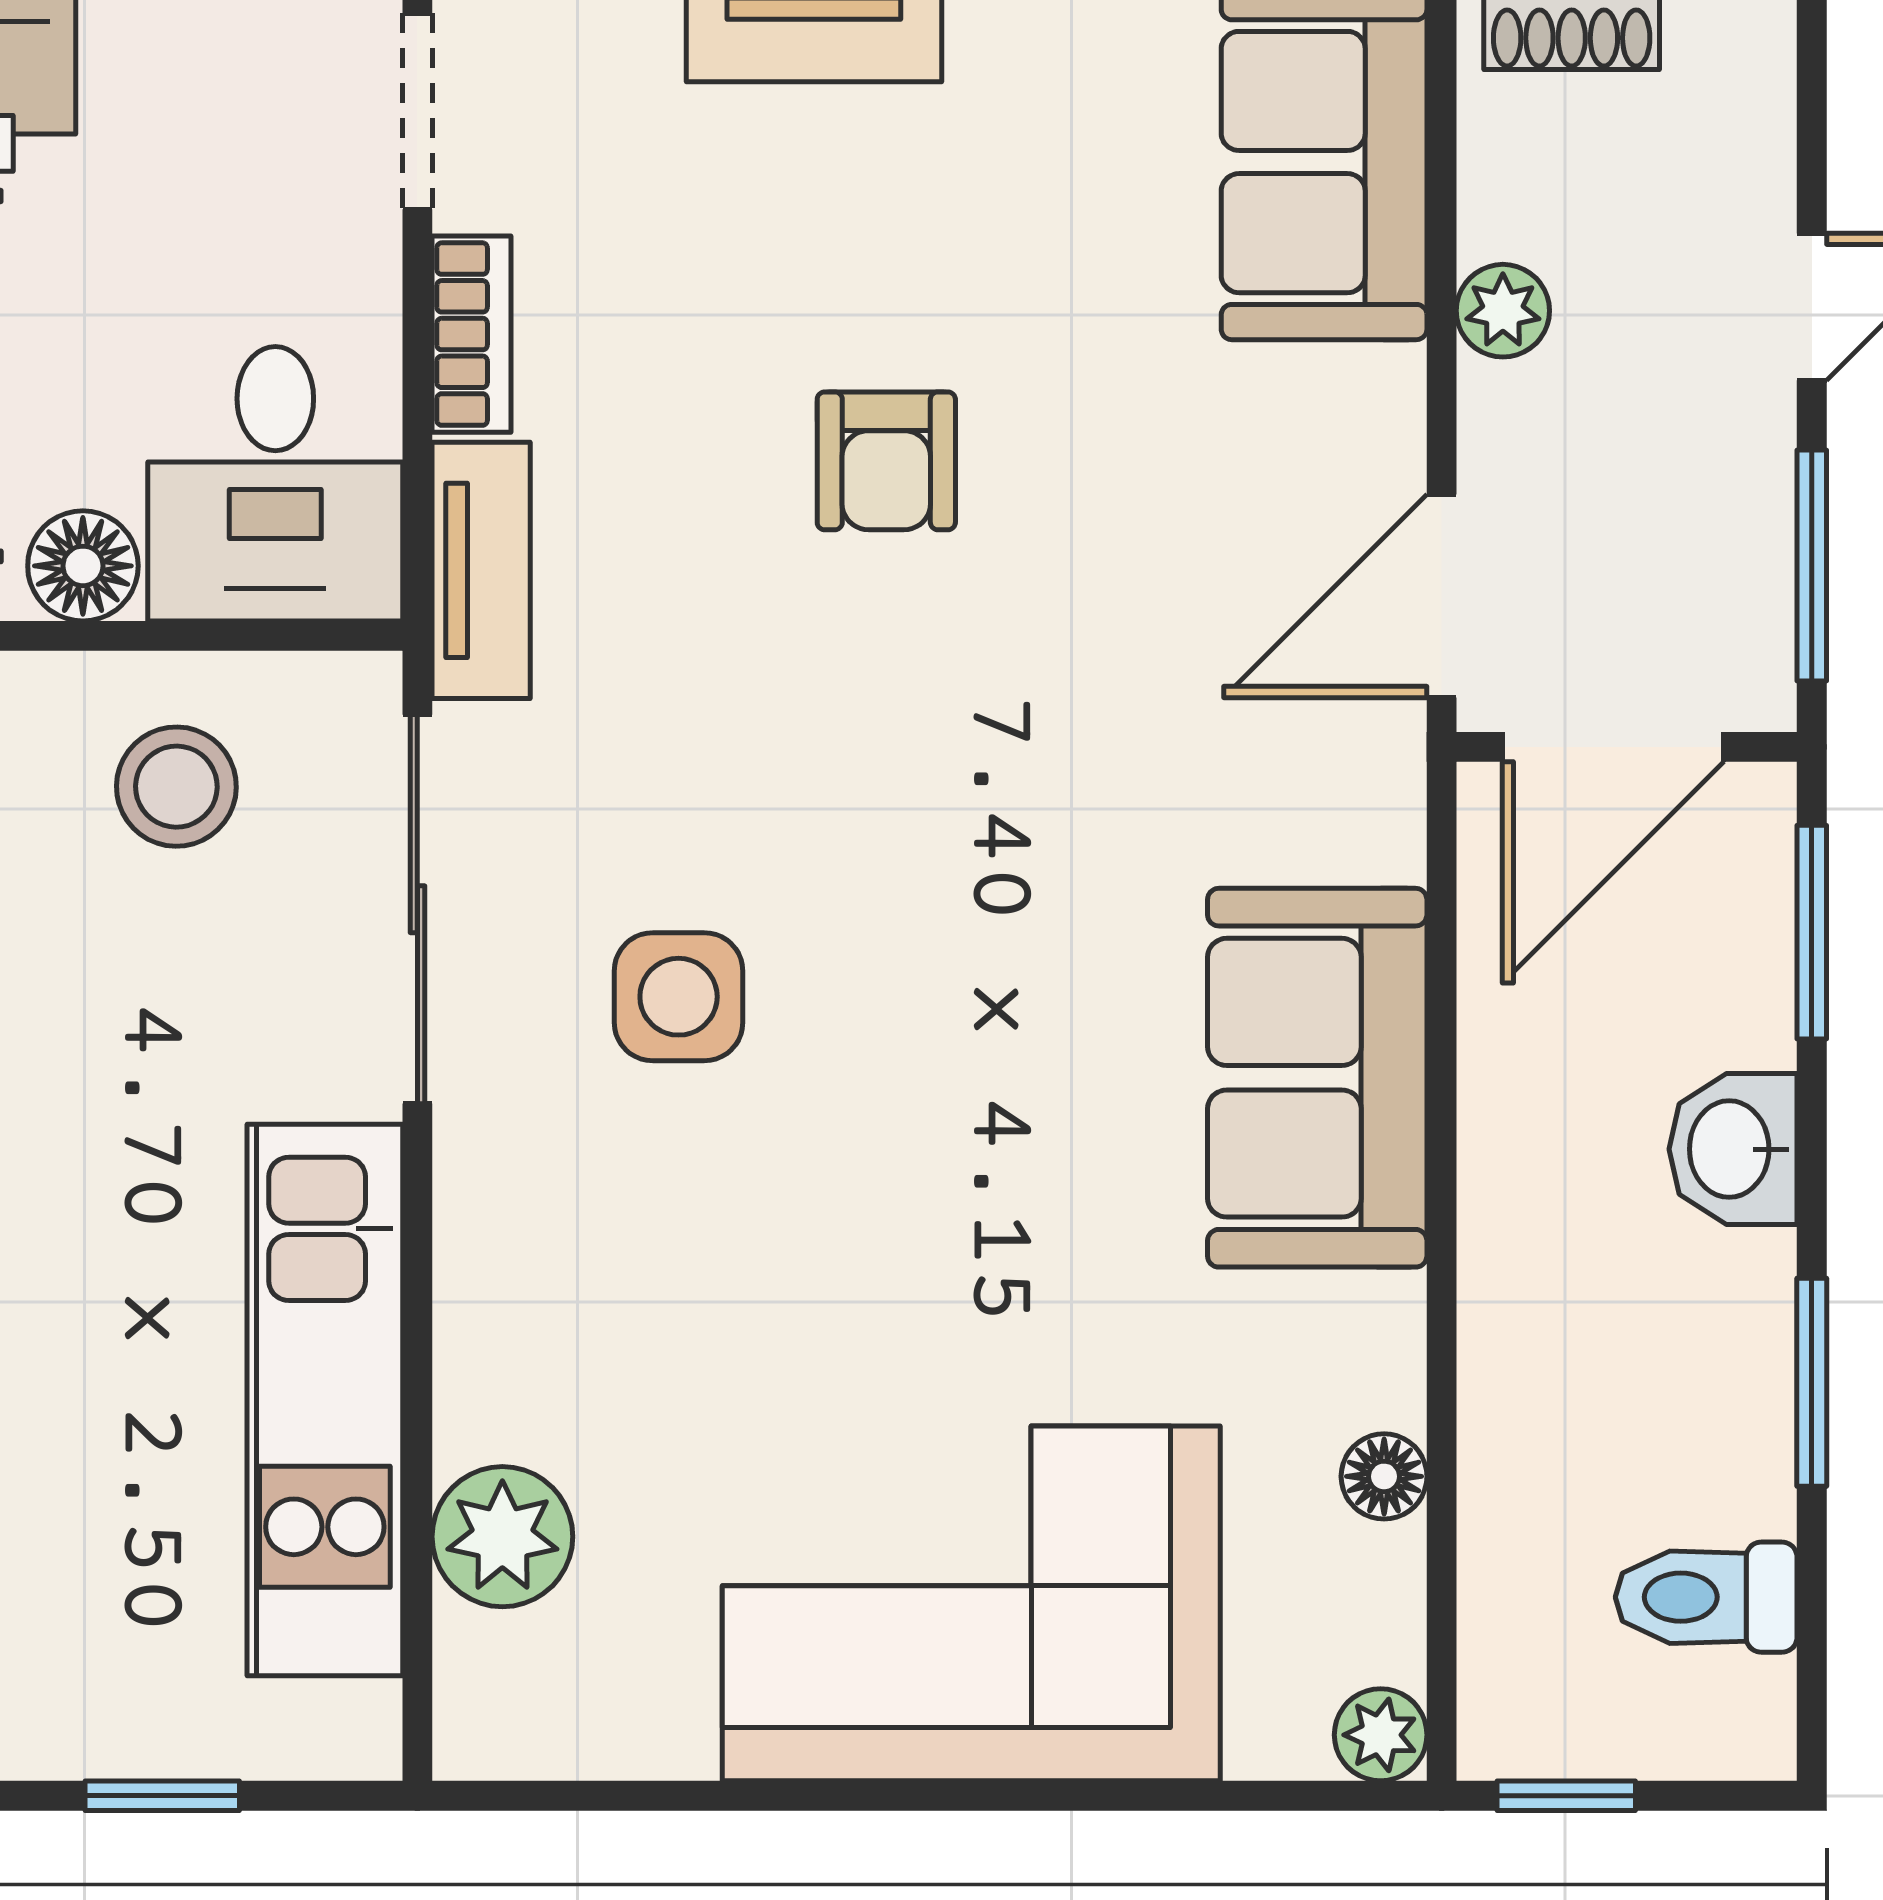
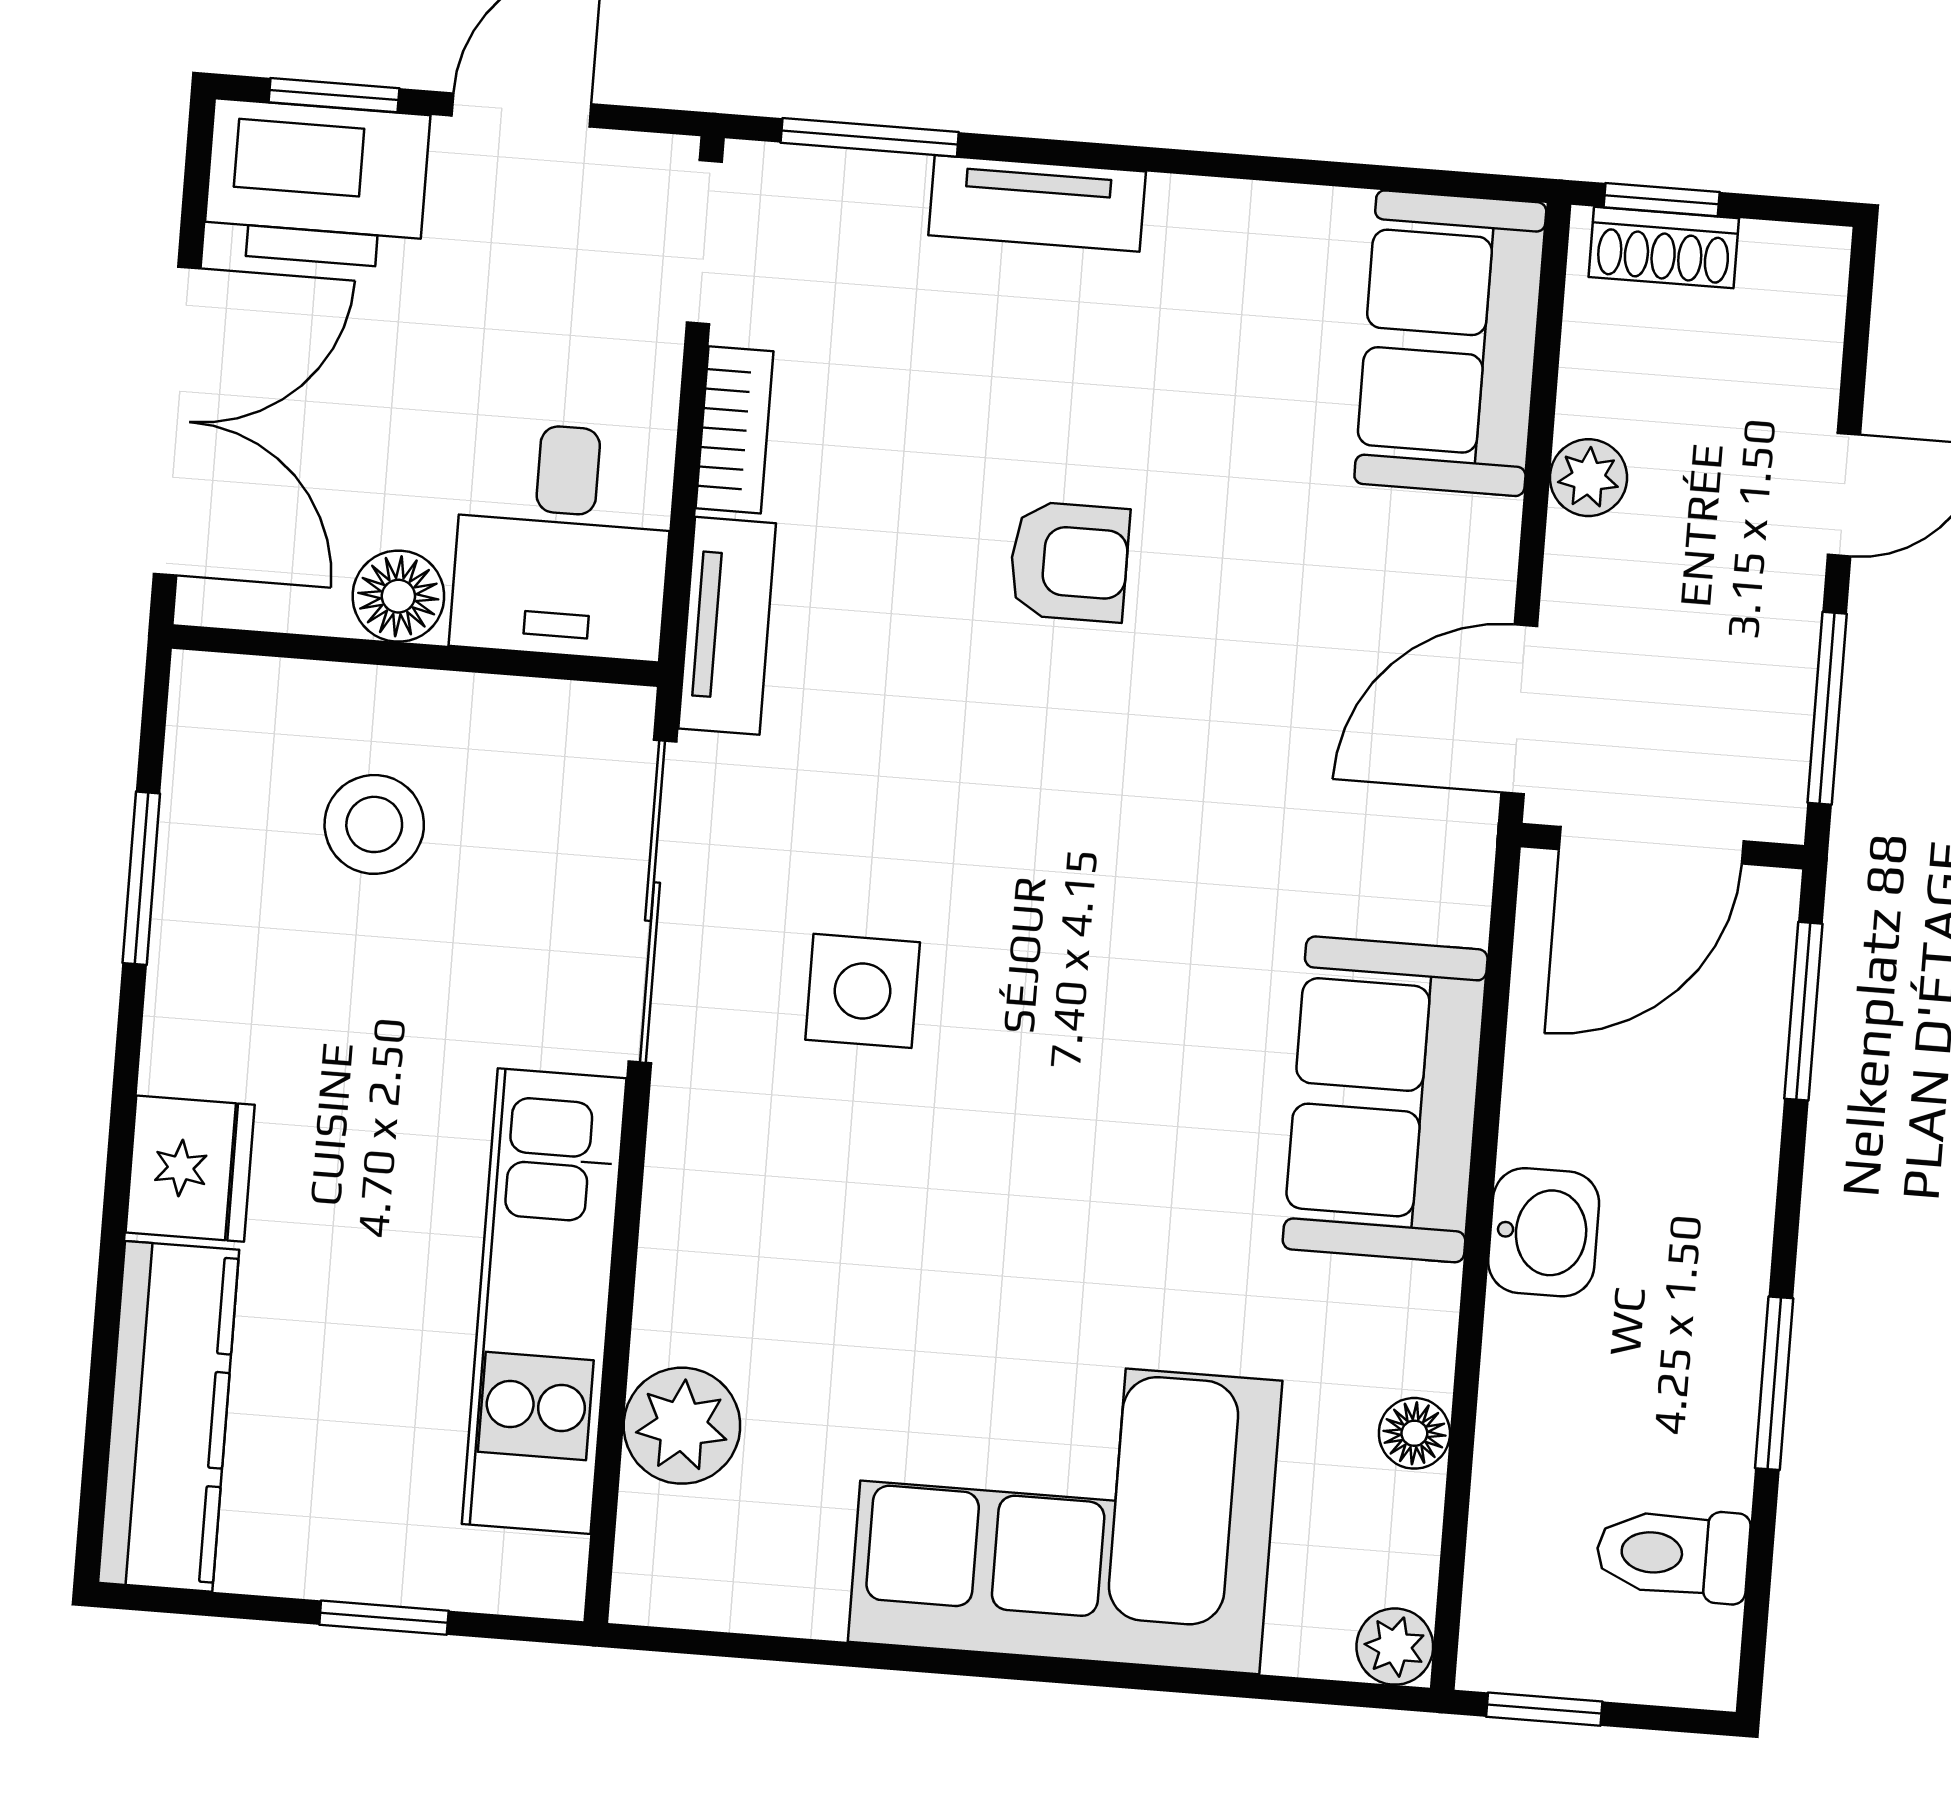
armchair: (886, 461) -> (1069, 562), turned -90
stool: (176, 787) -> (374, 824), moved
washbasin: (1733, 1149) -> (1544, 1232), moved, turned 180

